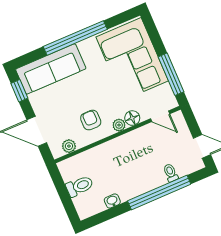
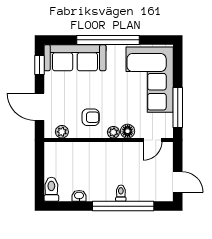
door: (160, 116) -> (152, 140), hinge flipped
armchair: (91, 120) -> (91, 117), turned 90
toilet: (171, 173) -> (121, 193), moved
toilet: (80, 186) -> (51, 189), moved, turned -90

